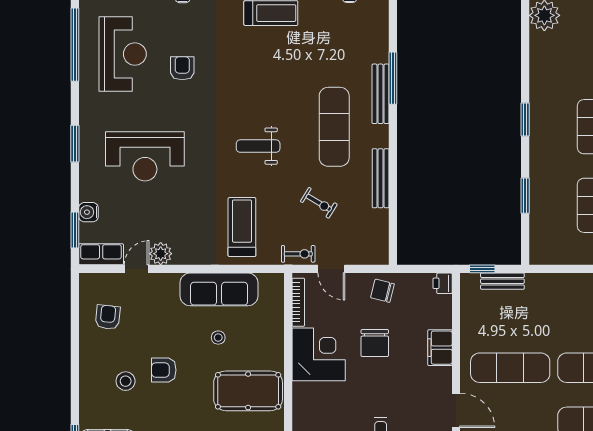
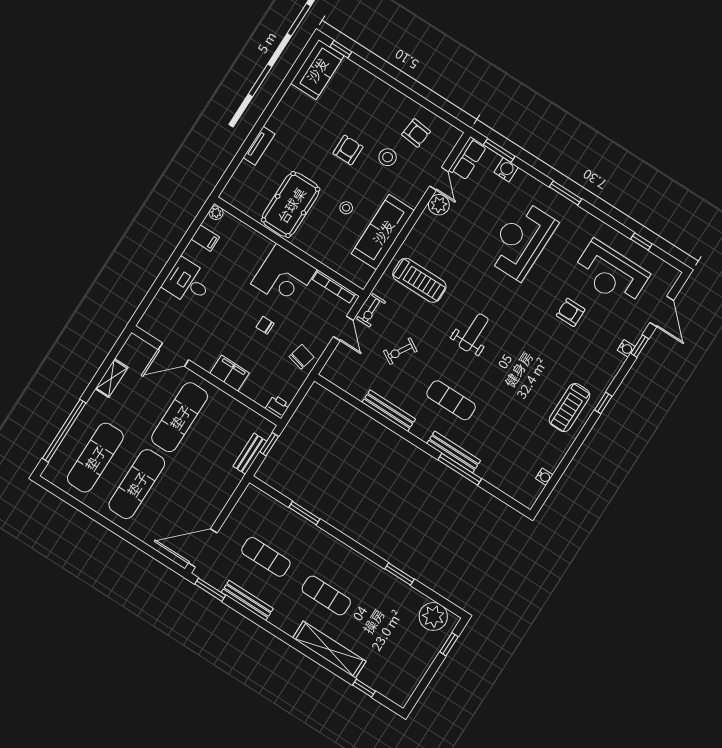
window: (75, 45) -> (641, 241), width x0.32
armchair: (182, 68) -> (571, 312), turned 180
window: (525, 120) -> (400, 574), moved
exercise mat: (334, 127) -> (451, 400), width x0.73, depth x0.69
door: (331, 269) -> (343, 328), swing flipped
chair: (375, 343) -> (265, 325), width x0.54, depth x0.54
stool: (126, 381) -> (388, 157), moved

